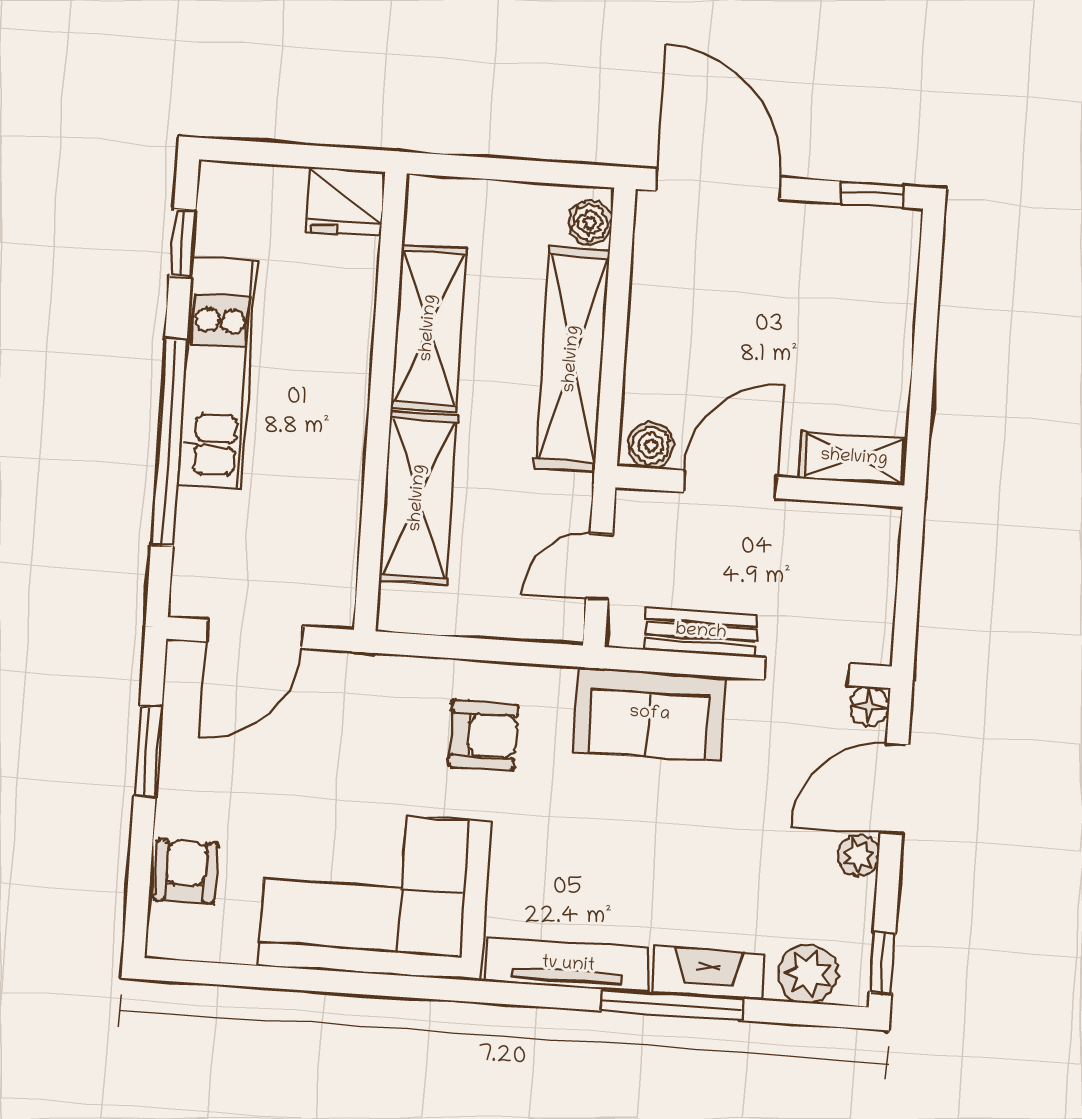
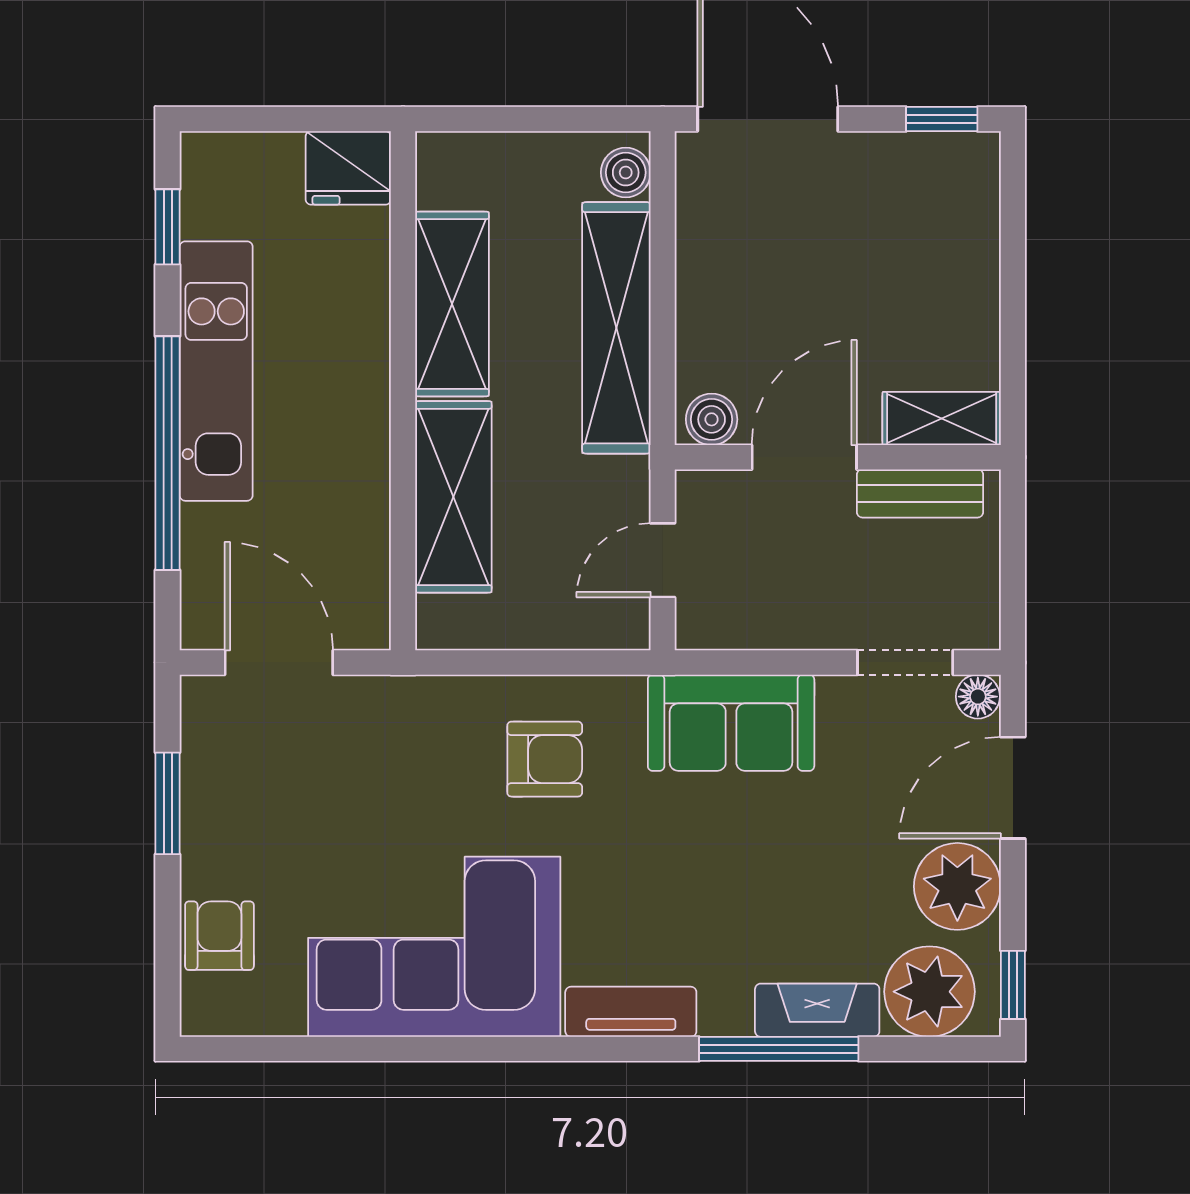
bench: (701, 632) -> (920, 493), moved
door: (254, 634) -> (279, 662), swing flipped
plant: (859, 856) -> (957, 886), width x1.87, depth x1.87
tv unit: (568, 965) -> (631, 1012), width x0.71
plant: (808, 974) -> (929, 992), width x1.36, depth x1.36

